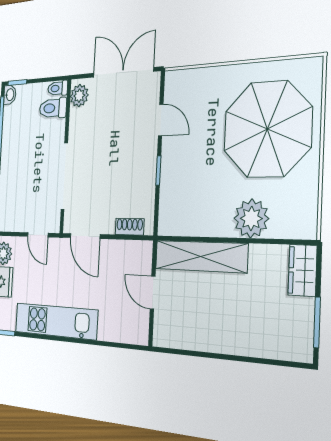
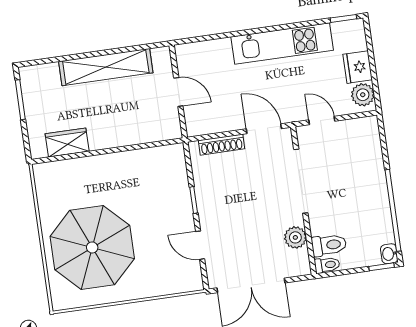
plant: (79, 96) -> (295, 237), moved
plant: (251, 218) -> (93, 172), removed
shoe rack: (130, 227) -> (221, 145), width x1.43
shelving: (201, 256) -> (106, 67), moved
wardrobe: (303, 270) -> (67, 143), moved, turned -90

